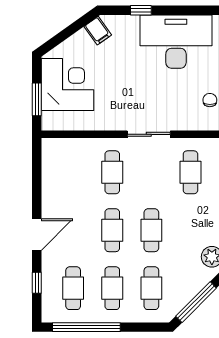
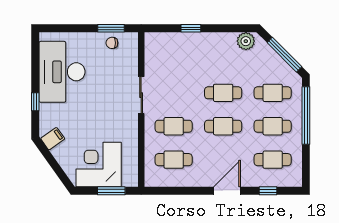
cafe table: (190, 172) -> (174, 160), moved
door: (37, 235) -> (227, 191), hinge flipped
window: (86, 327) -> (306, 115), moved

